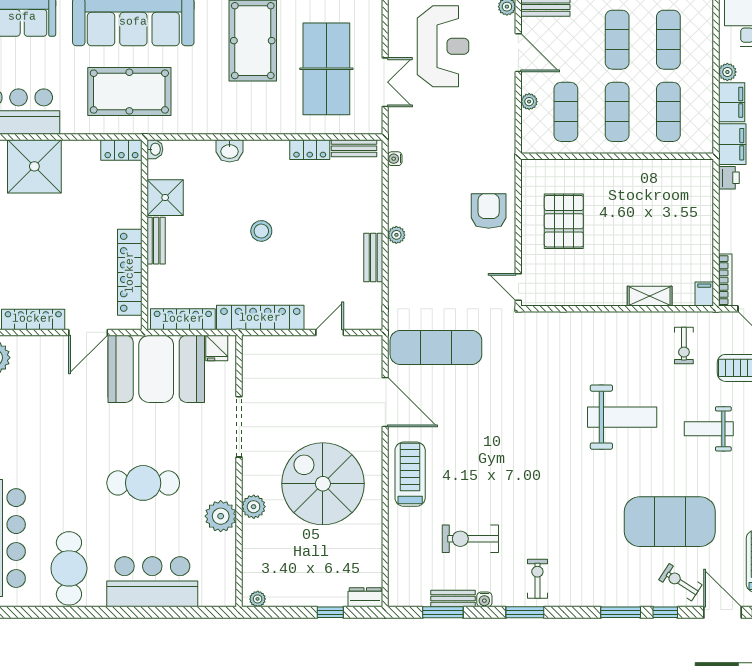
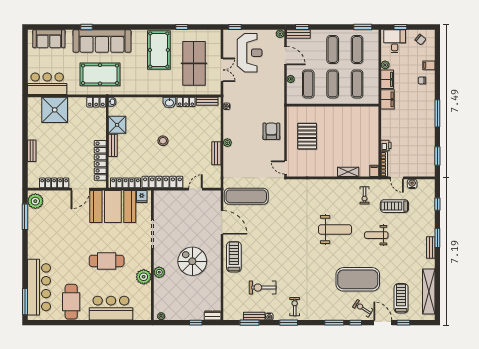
washbasin: (230, 151) -> (169, 103), moved
printer: (729, 178) -> (386, 145), moved
spiral stairs: (323, 484) -> (192, 261), width x0.73, depth x0.73

